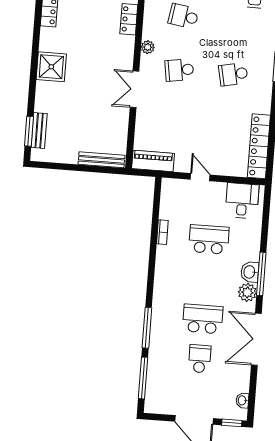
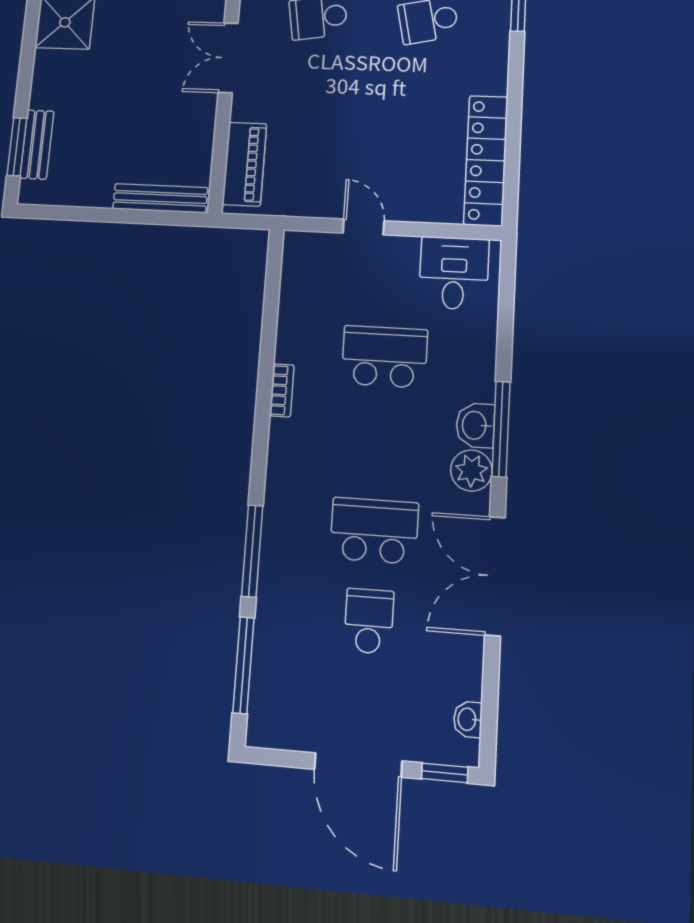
piano: (153, 161) -> (244, 164), moved, turned 90
bookcase: (162, 232) -> (282, 390), moved

